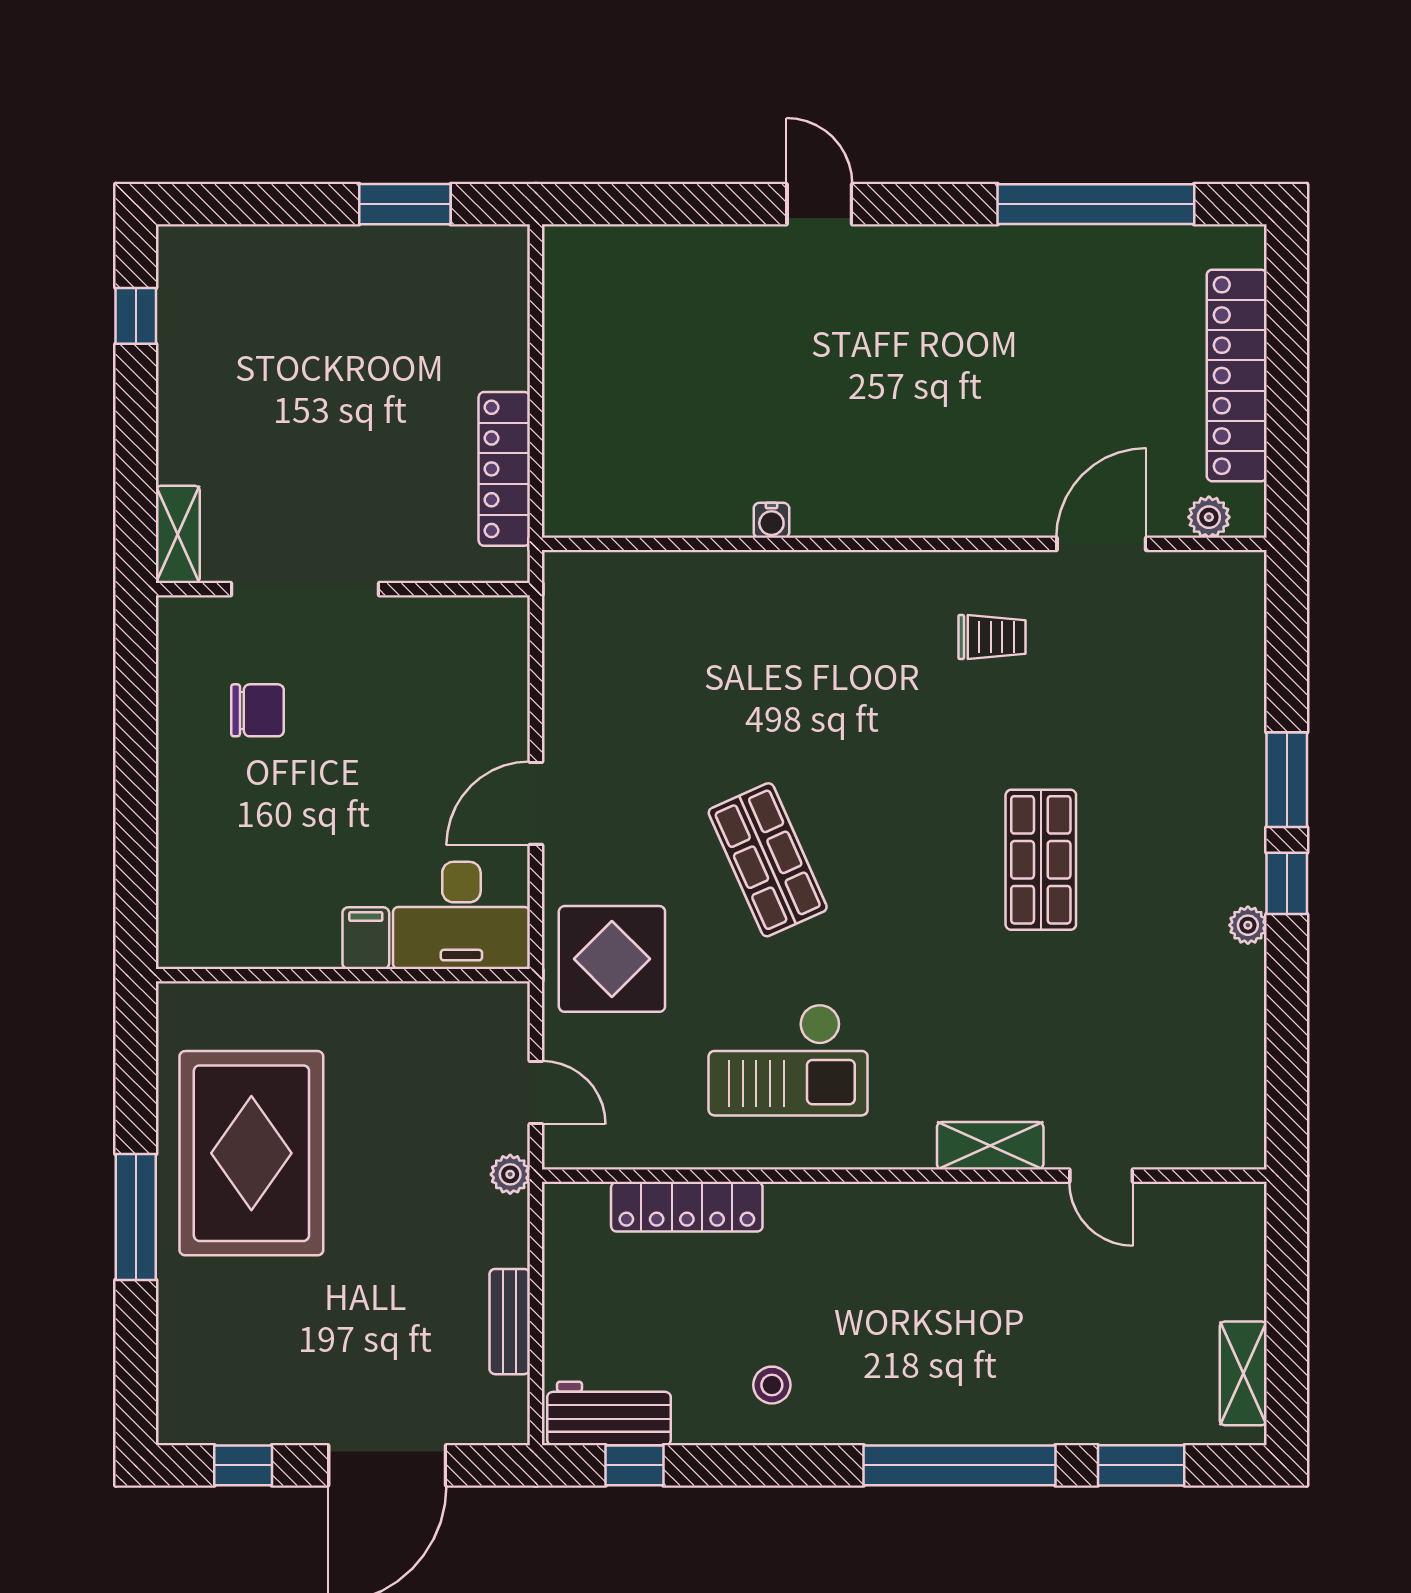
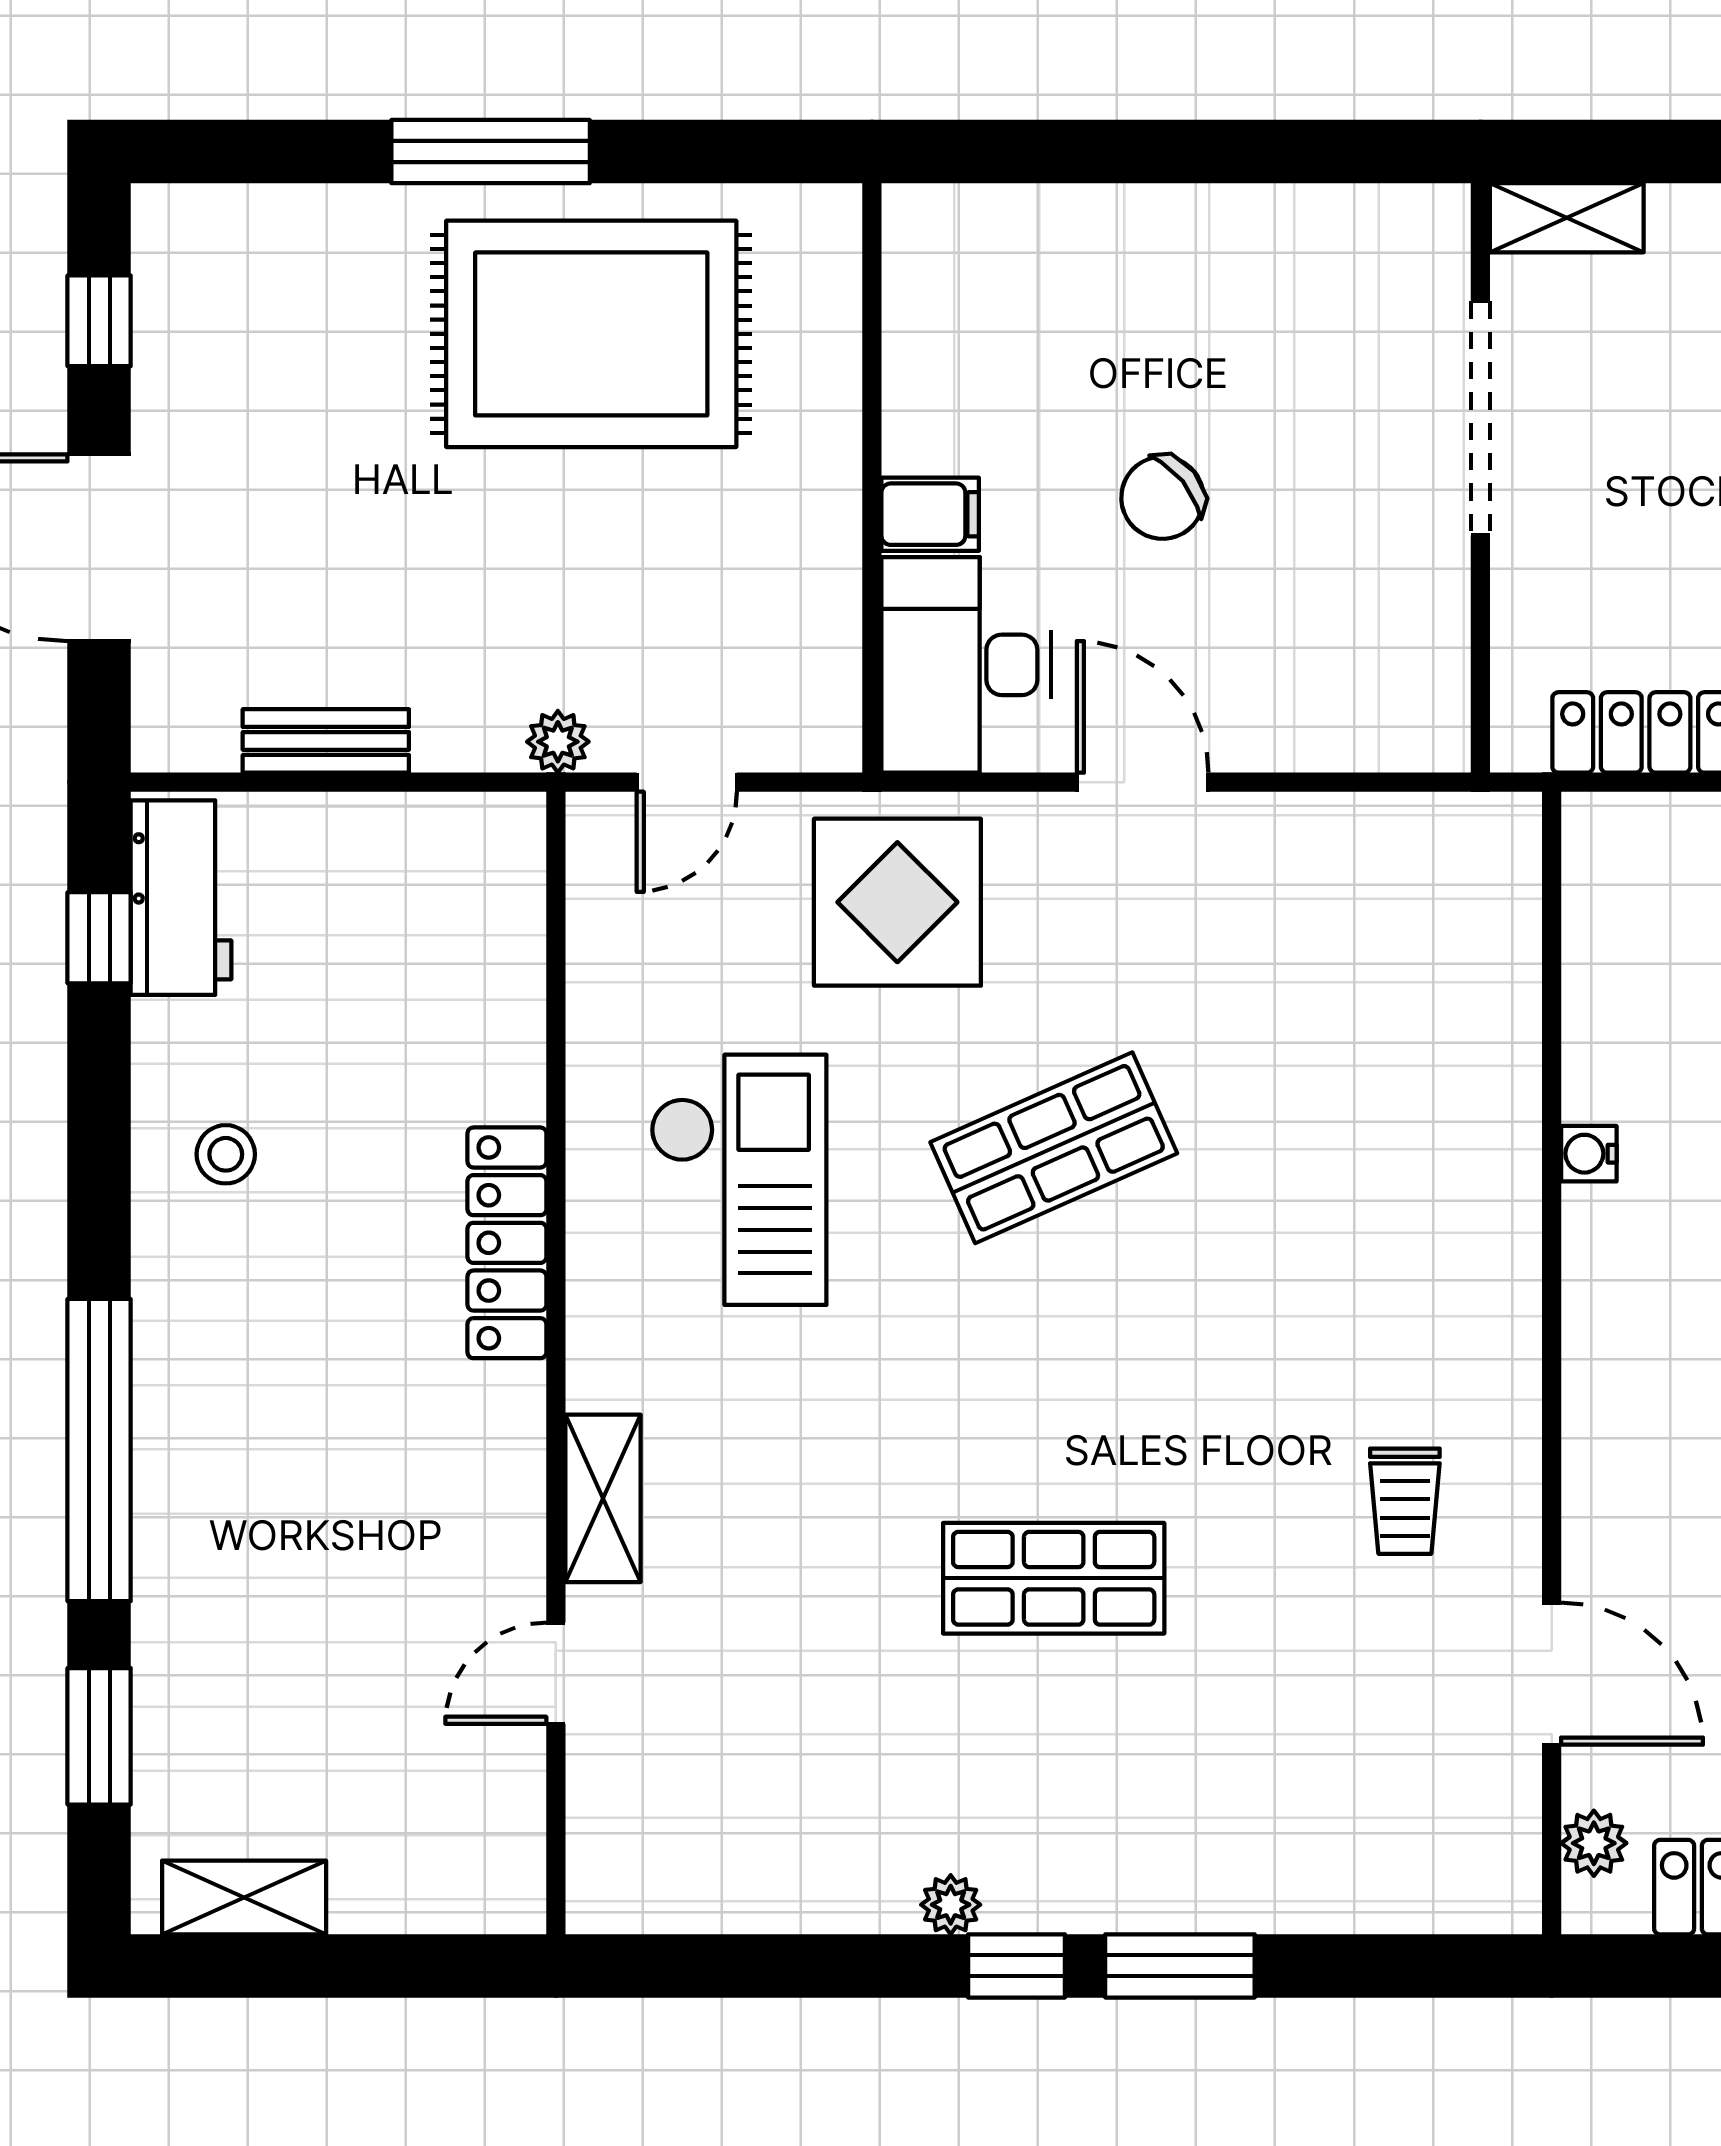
chair: (258, 710) -> (1162, 498), moved, turned 51
checkout: (788, 1060) -> (738, 1180), turned 180
locker: (687, 1207) -> (507, 1243), moved

